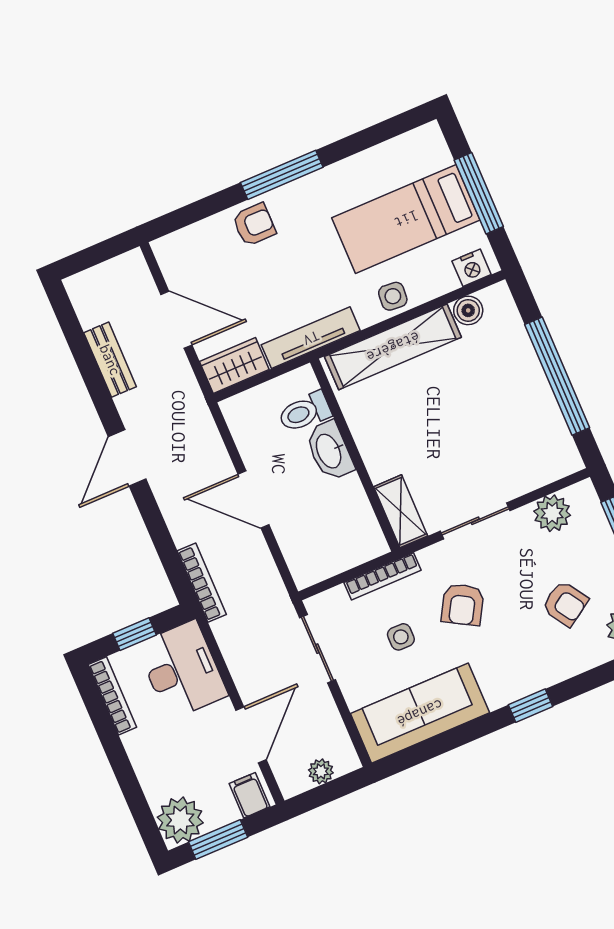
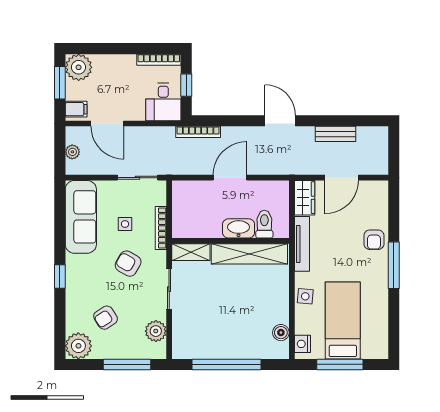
shelving: (393, 347) -> (249, 254), moved, turned 90
desk: (182, 670) -> (163, 102), width x0.73

